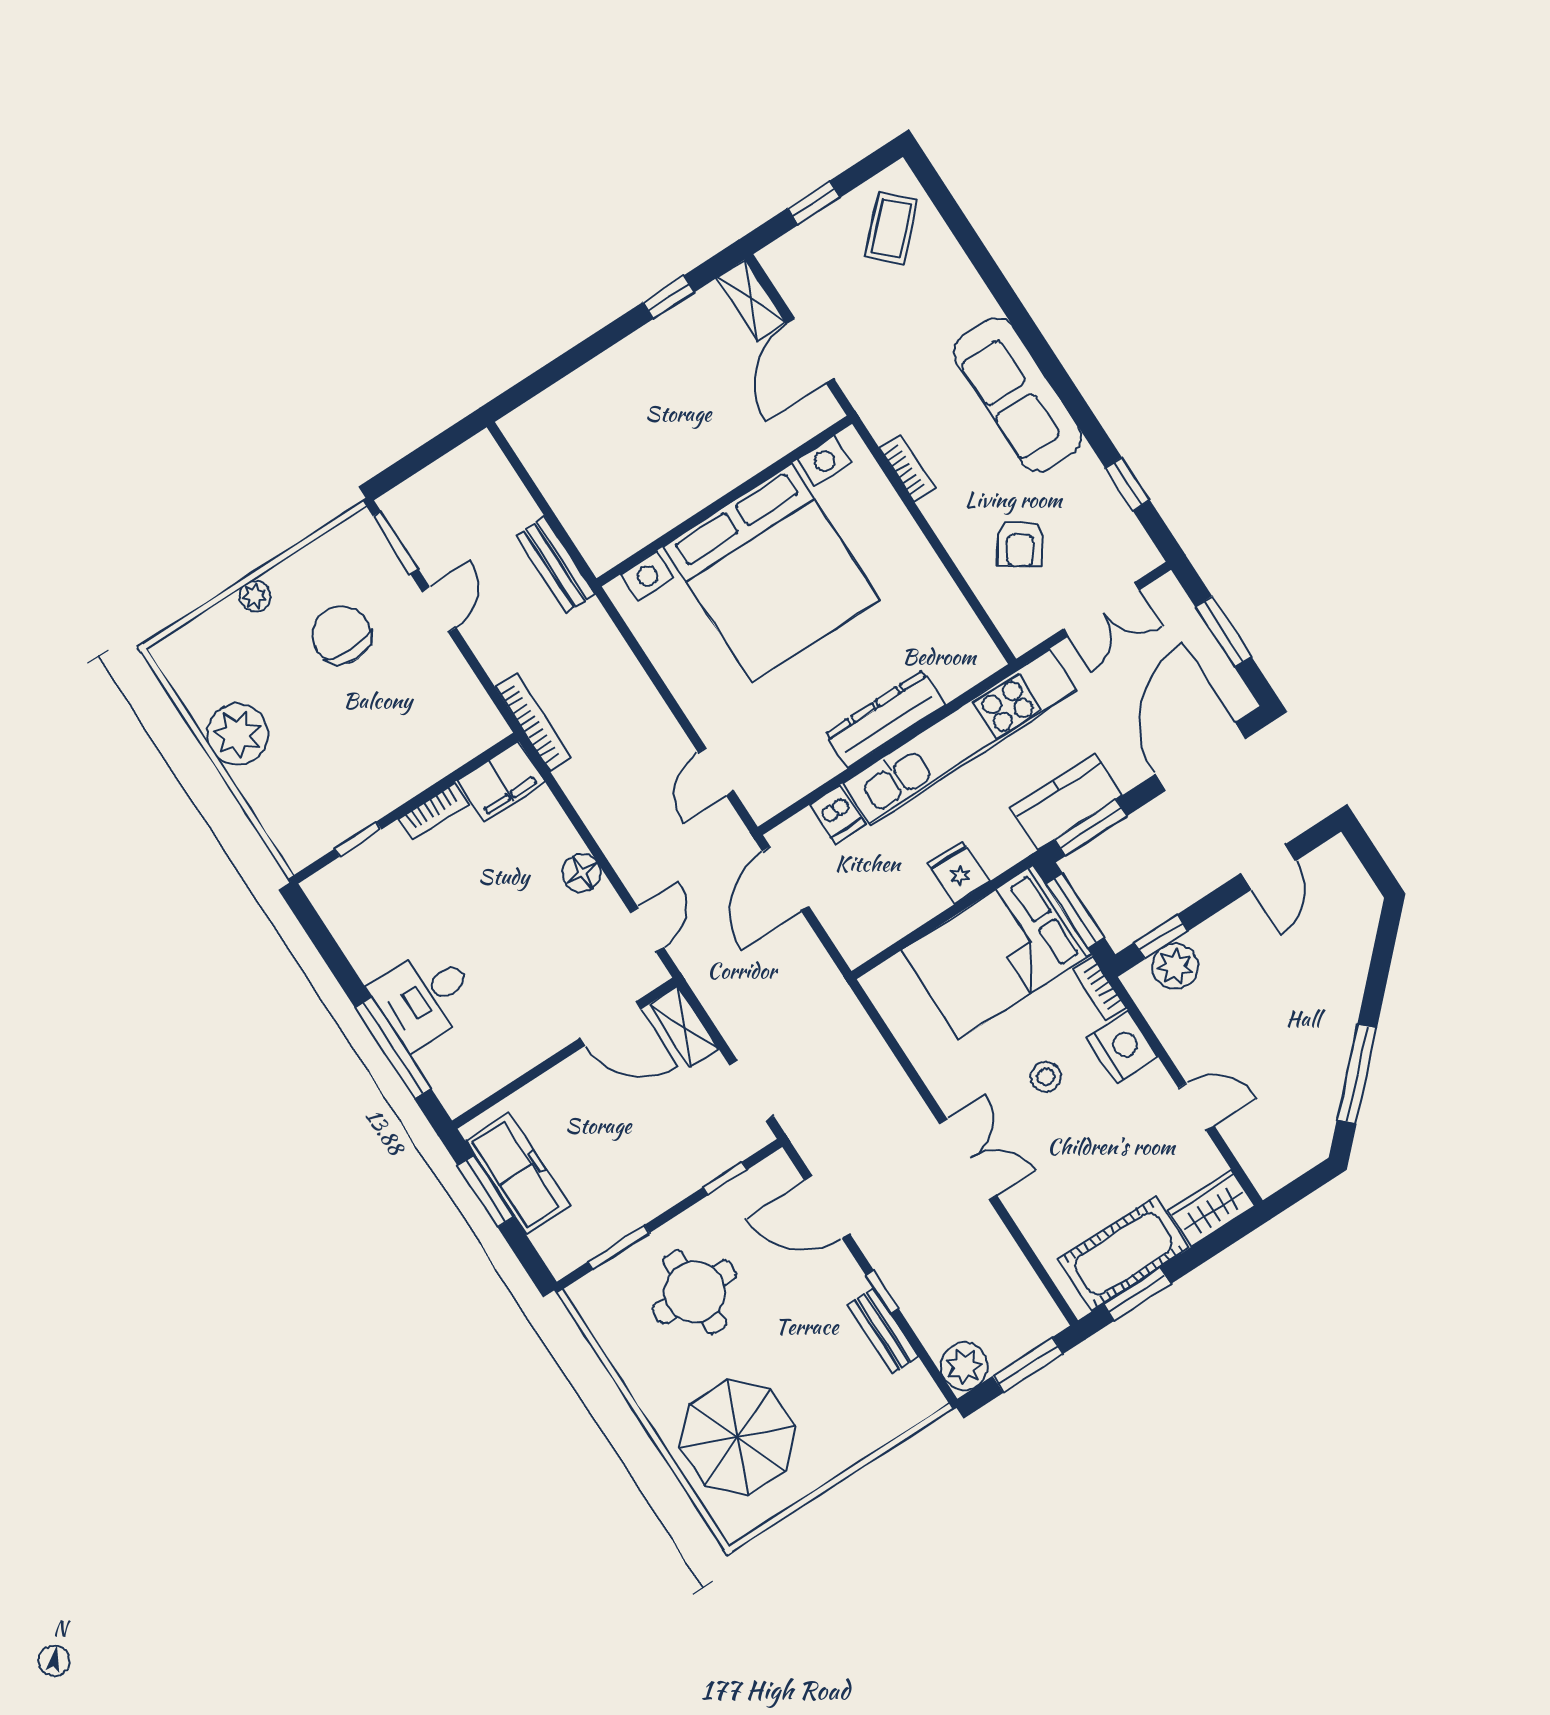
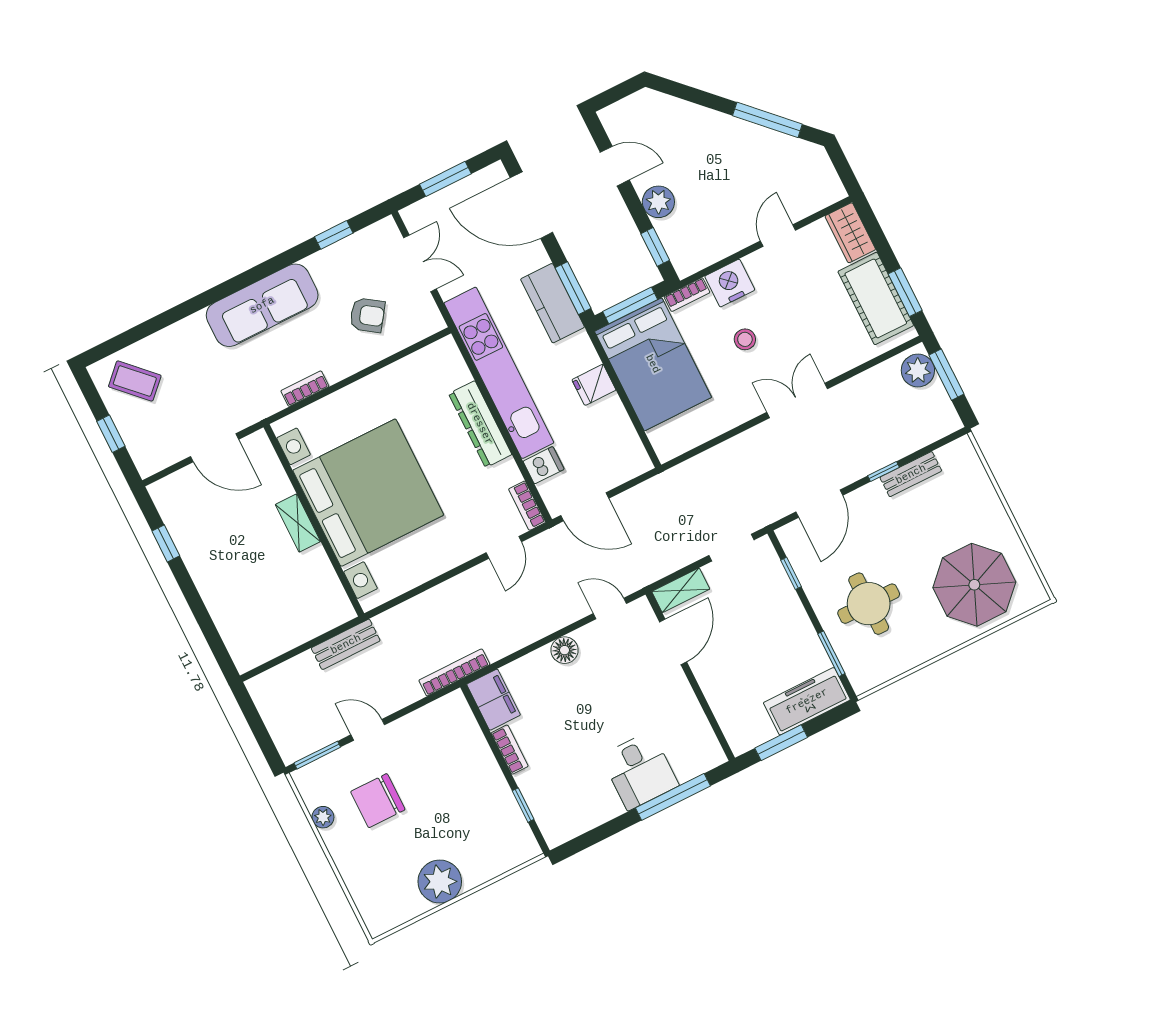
shelving: (752, 300) -> (298, 523), moved, turned 90
plant: (255, 596) -> (323, 817), moved
door: (716, 772) -> (504, 547), hinge flipped
bookcase: (778, 798) -> (527, 506), added
plant: (1175, 966) -> (658, 202), moved
freezer: (517, 1173) -> (807, 701), moved
plant: (964, 1367) -> (918, 370), moved

